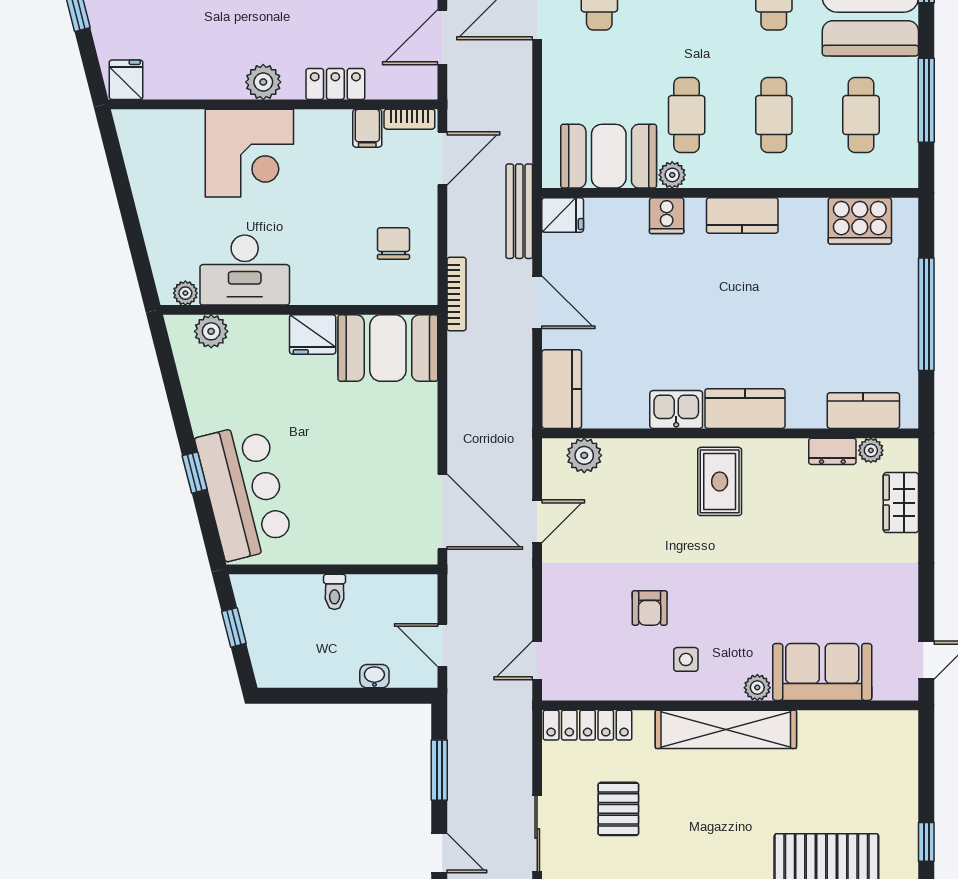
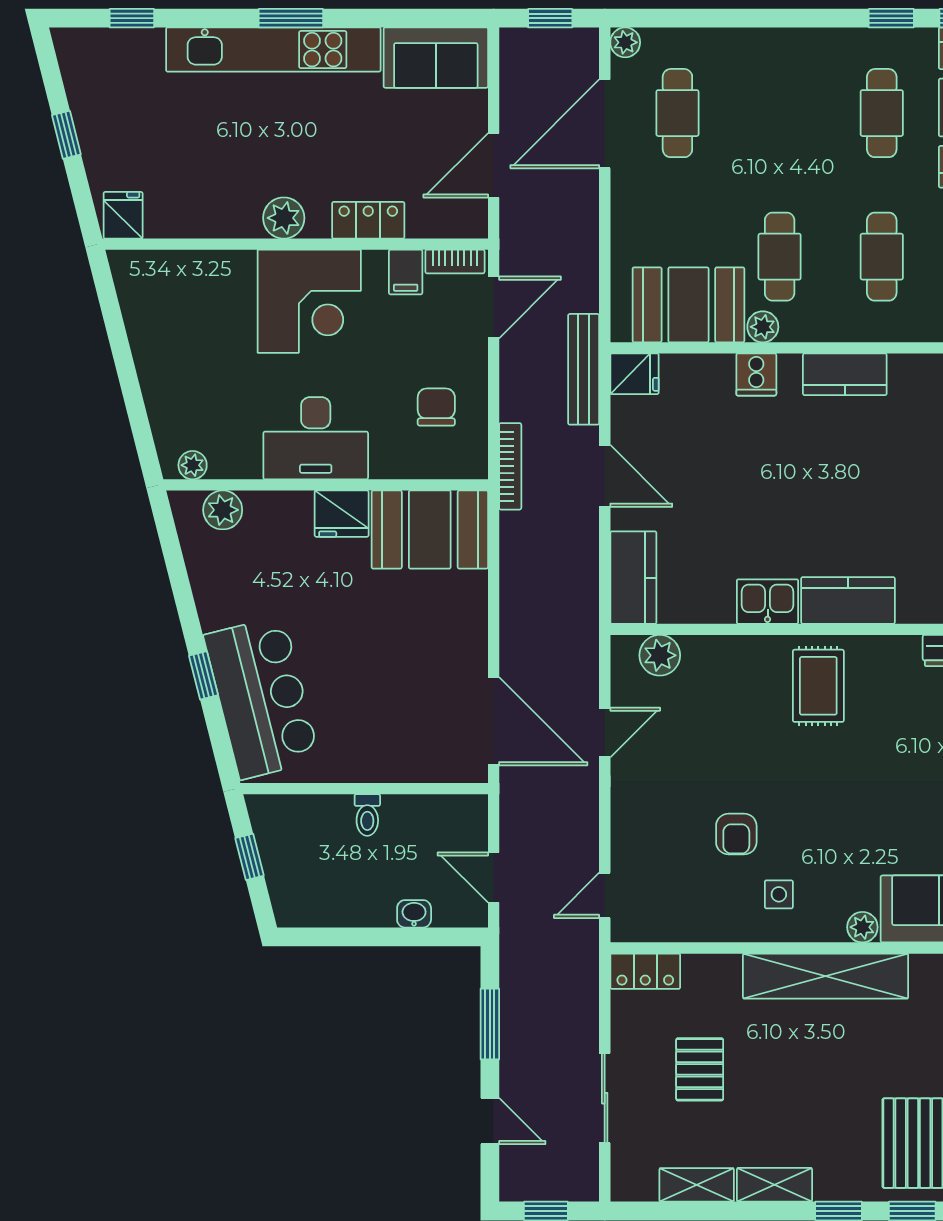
corner desk: (249, 153) -> (309, 301), moved
desk: (245, 270) -> (316, 438), moved
locker: (588, 725) -> (645, 971), width x0.66

